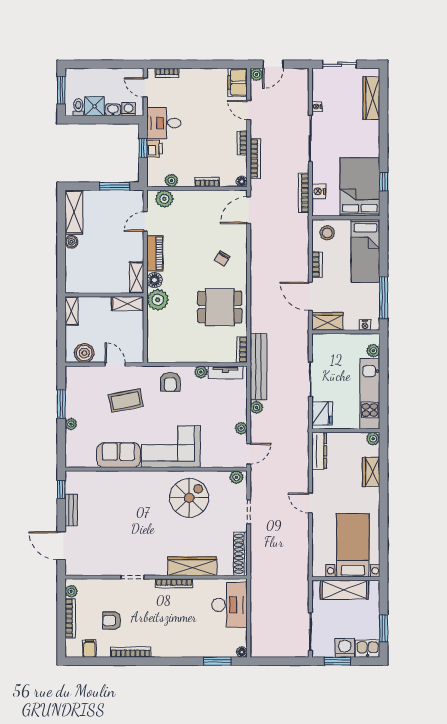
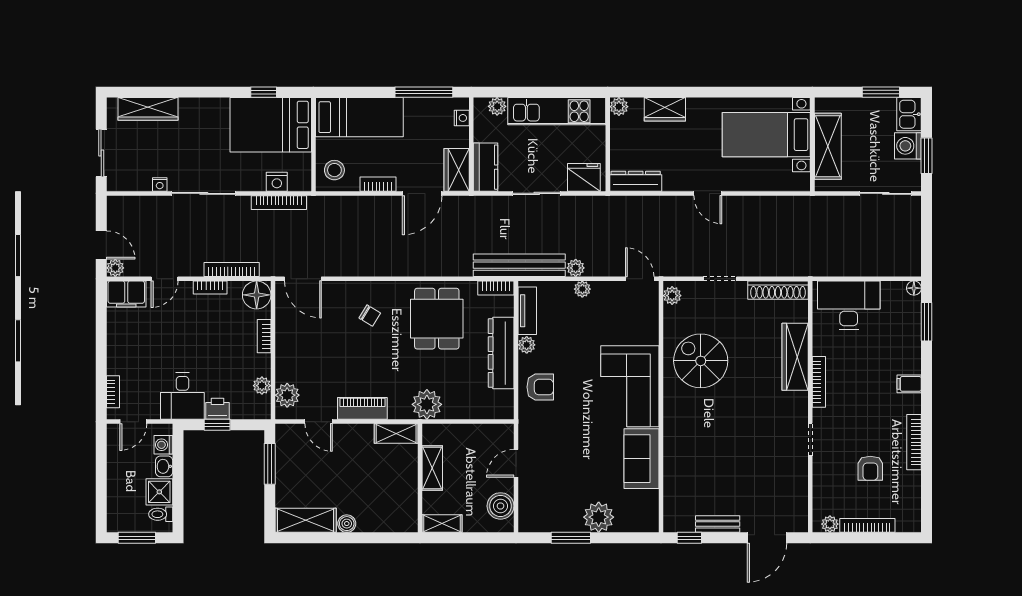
floor lamp: (242, 181) -> (257, 295), width x1.89, depth x1.89
floor lamp: (154, 280) -> (400, 409), removed
shelving: (128, 304) -> (432, 468), moved
kitchen counter: (329, 342) -> (485, 167), added
dresser: (195, 353) -> (501, 353), added
coffee table: (126, 401) -> (566, 449), removed
plant: (71, 424) -> (599, 517), width x1.87, depth x1.87
plant: (241, 428) -> (582, 289), moved
door: (310, 503) -> (708, 193), hinge flipped
filing cabinet: (89, 649) -> (909, 384), moved

